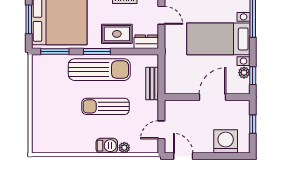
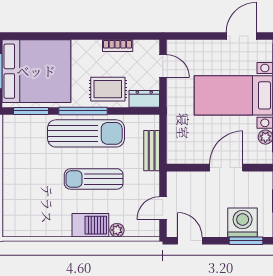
window: (97, 52) -> (83, 111), width x1.44
barbecue: (107, 146) -> (90, 225), width x1.38, depth x1.27
window: (228, 156) -> (246, 241), added

